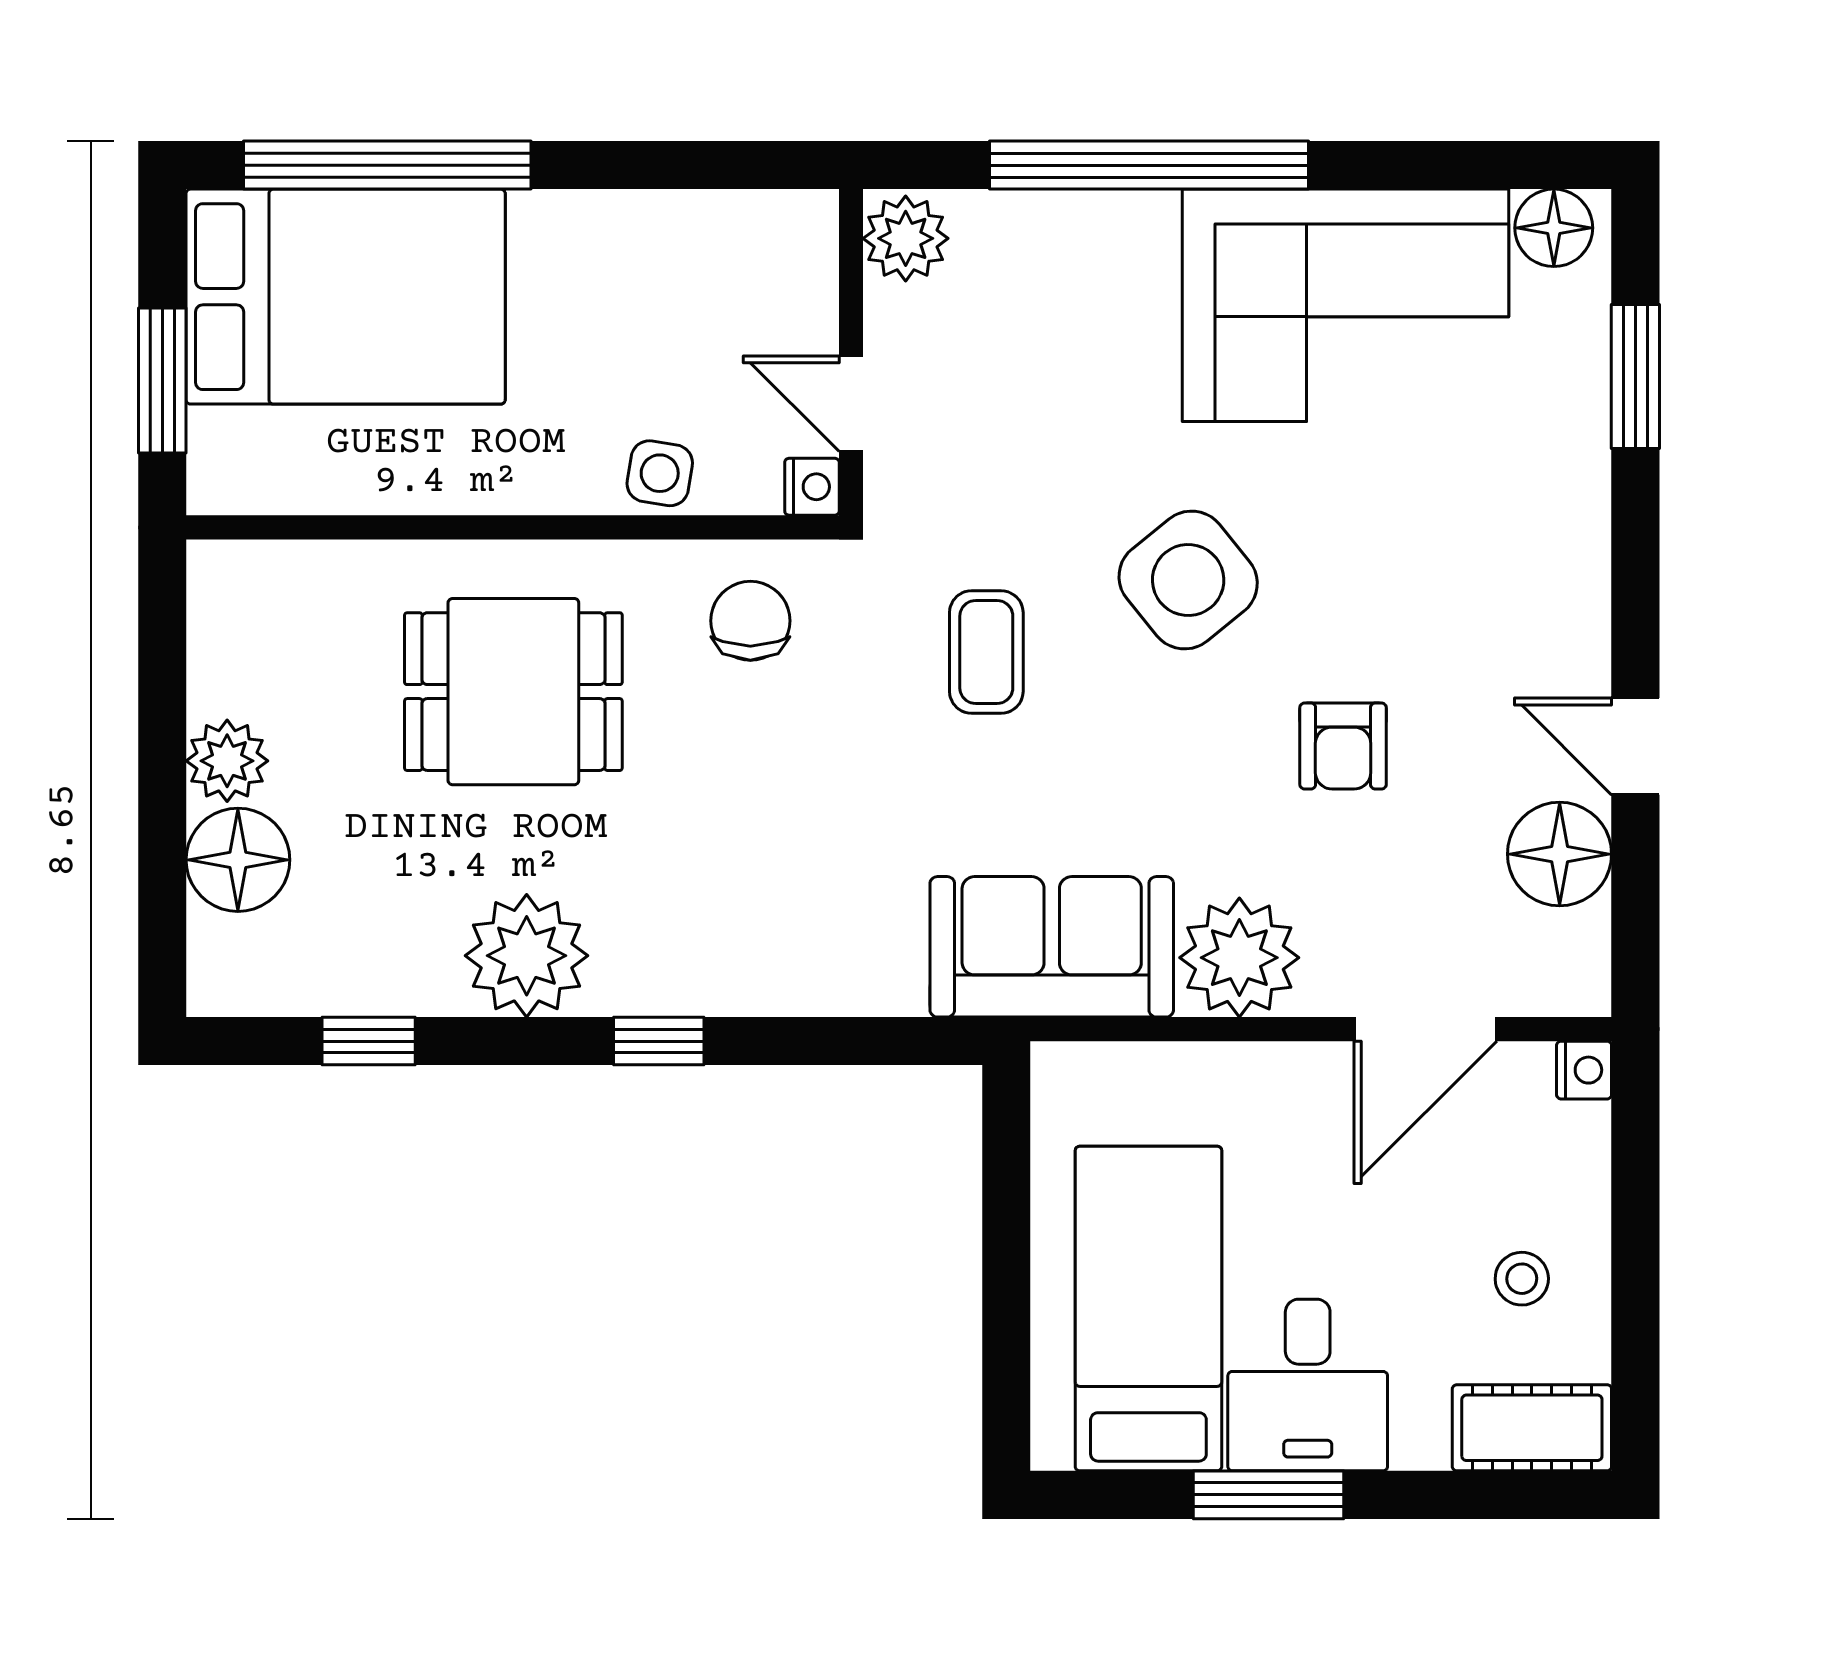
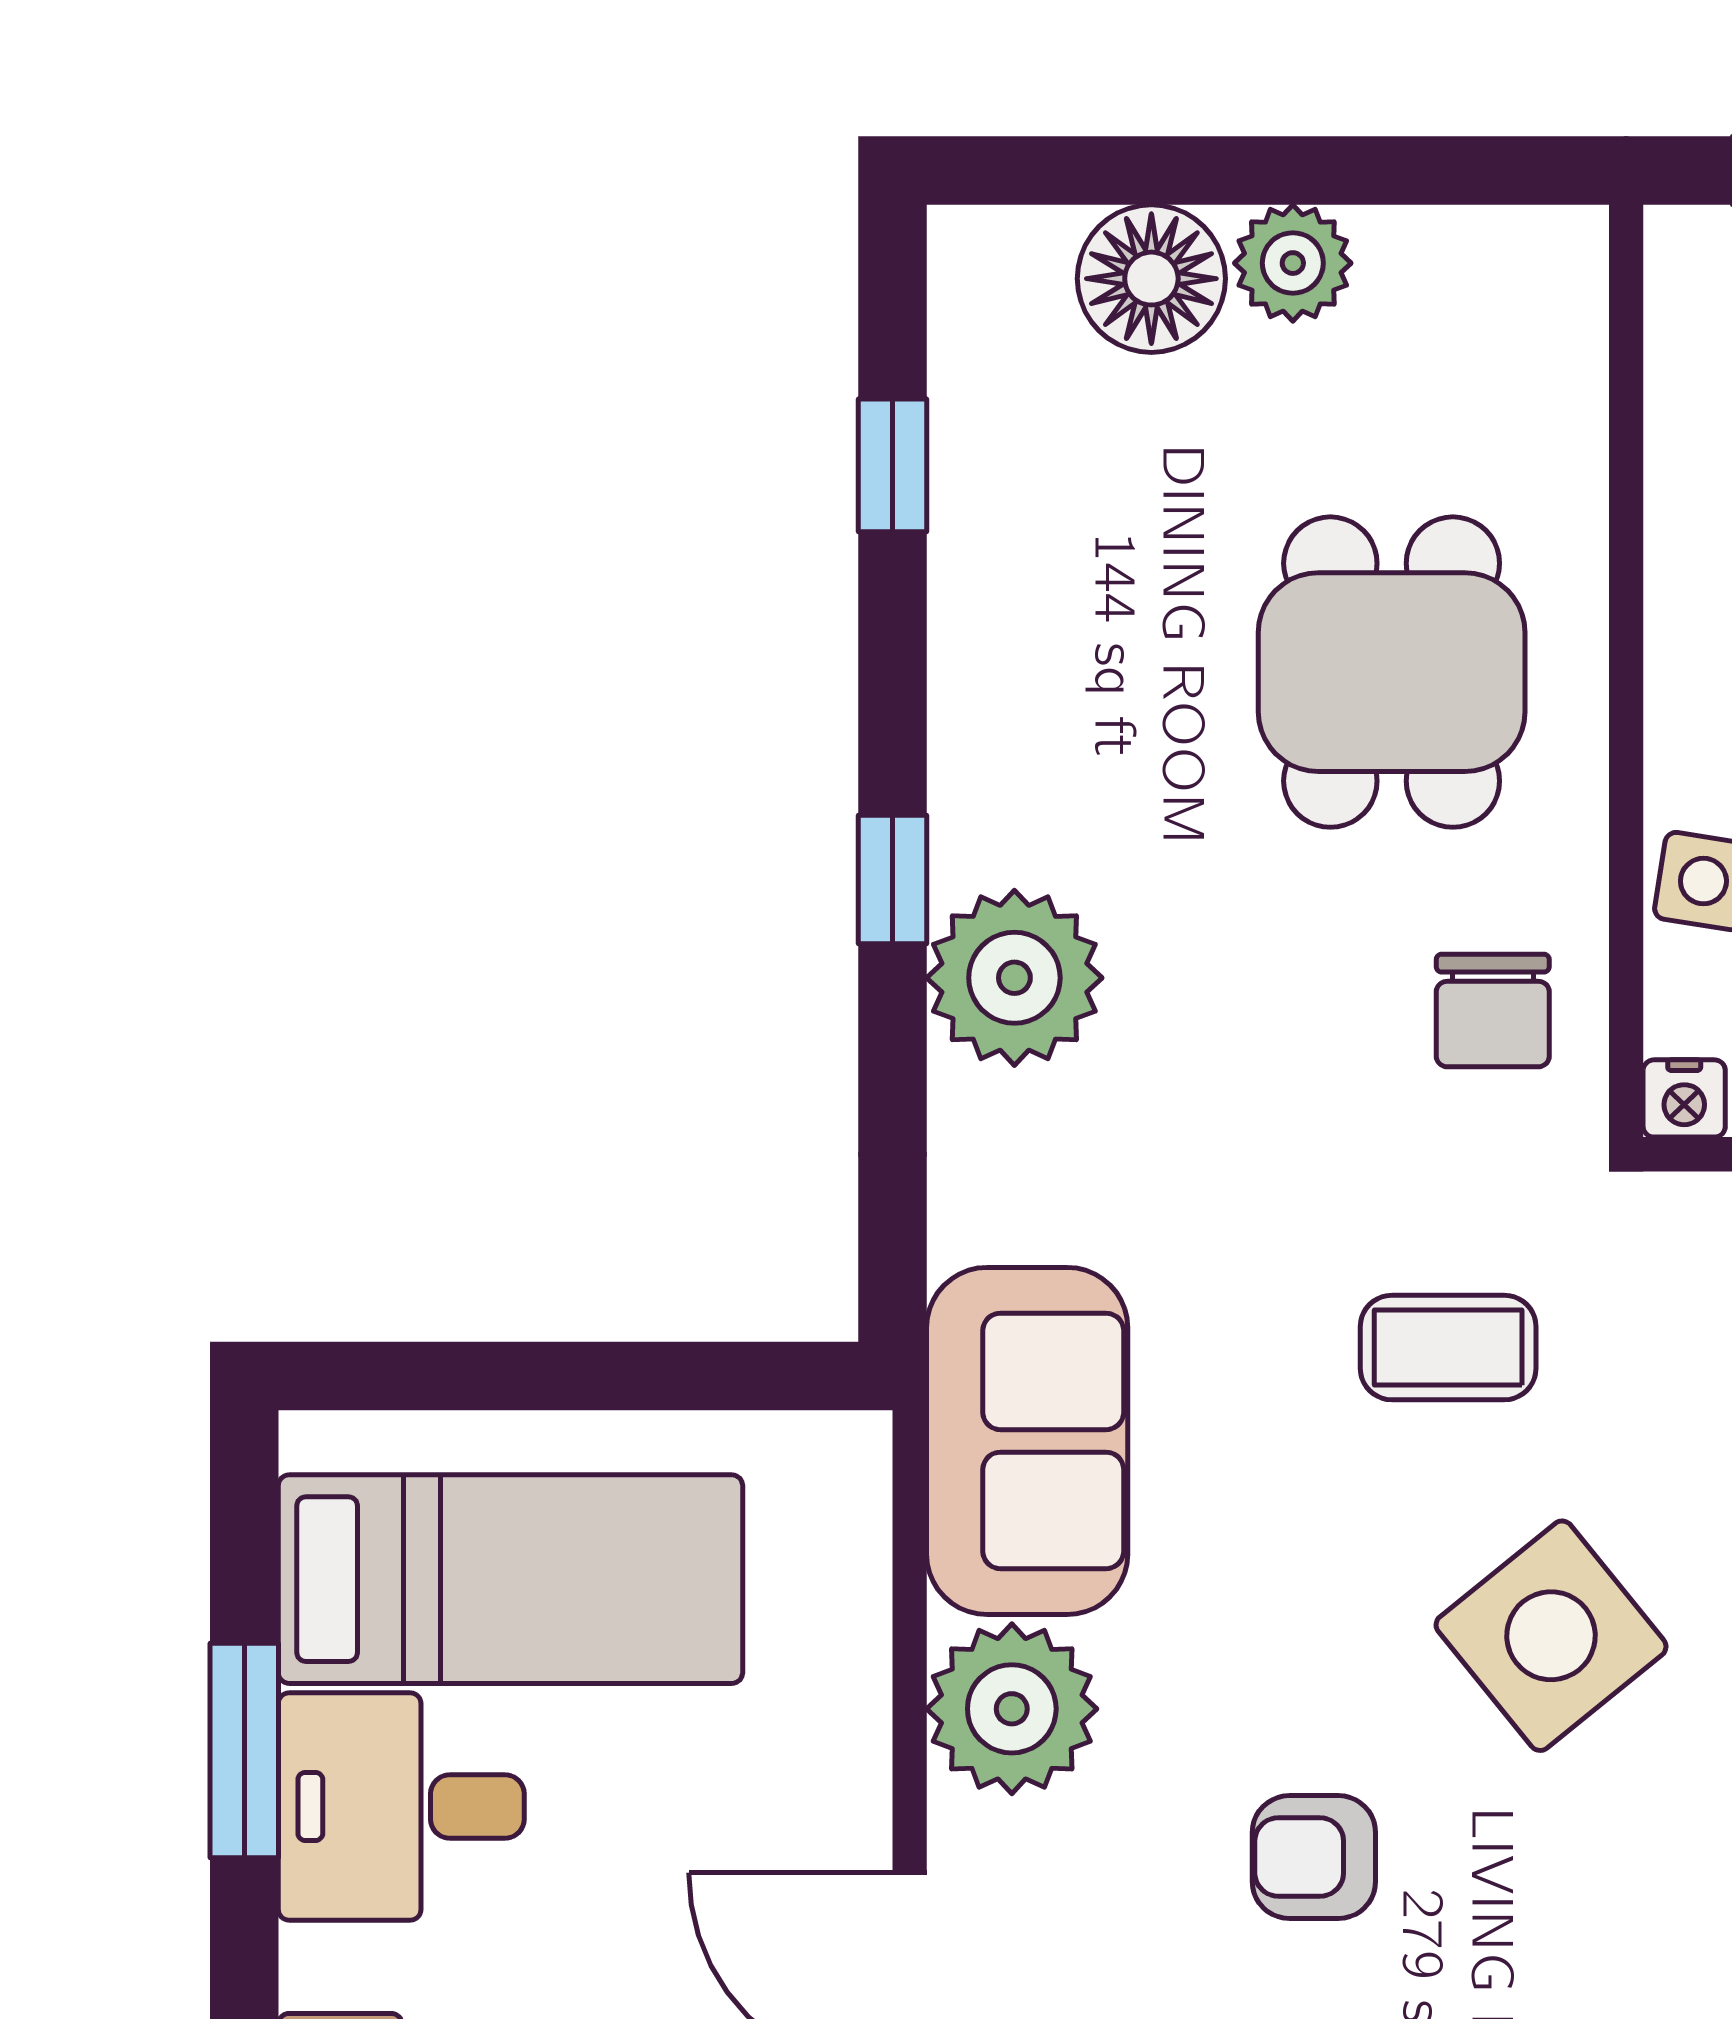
chair: (750, 621) -> (1493, 1010), turned 90
plant: (527, 956) -> (1014, 978), moved

